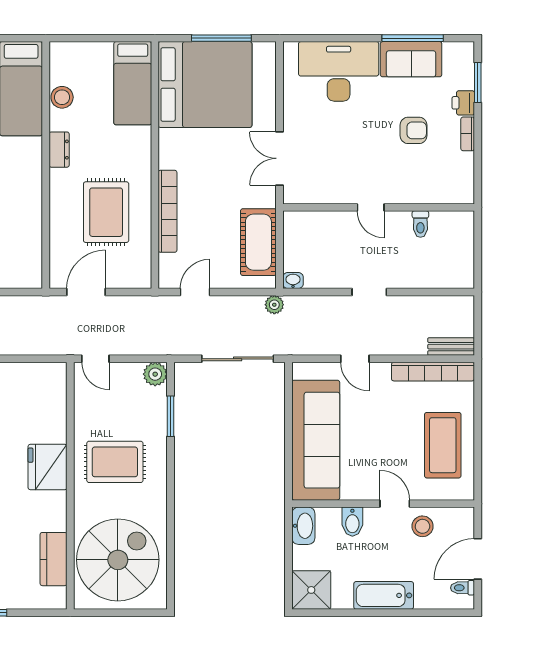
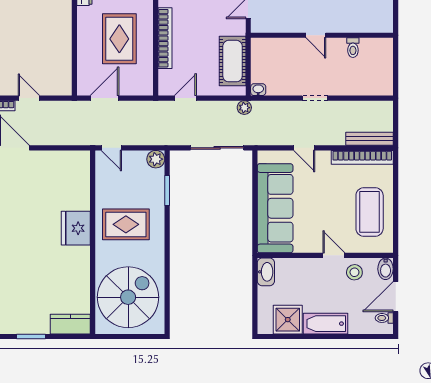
bench: (451, 347) -> (369, 139), width x1.36
bidet: (352, 522) -> (386, 269), moved
kitchen counter: (54, 559) -> (70, 324), moved, turned 90
shower: (311, 590) -> (288, 320), moved

